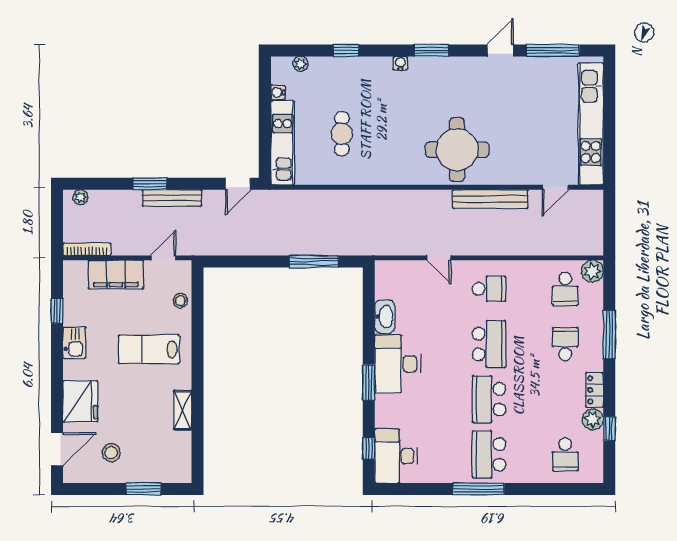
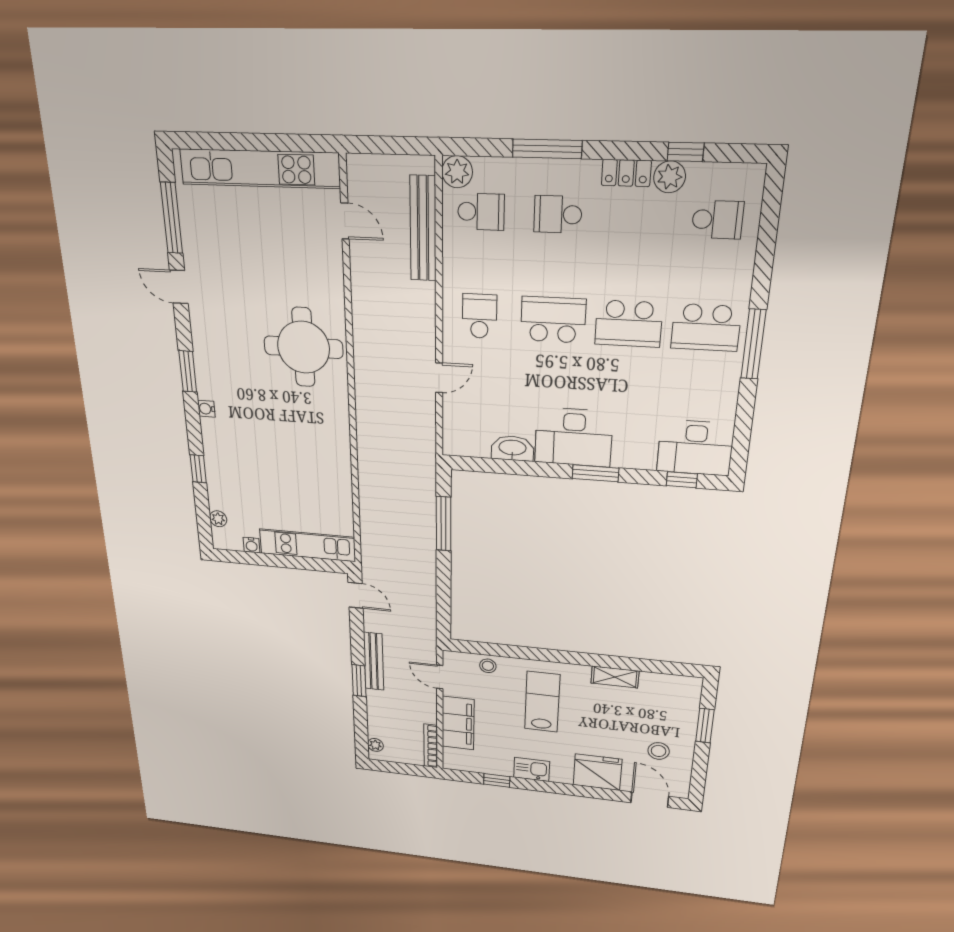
cafe table: (342, 134) -> (293, 481), removed
bench: (490, 199) -> (423, 229), moved
lab bench: (149, 349) -> (542, 702), turned 180

